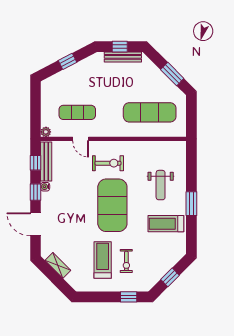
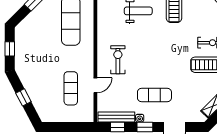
bench: (123, 57) -> (19, 46), removed
plant: (46, 132) -> (89, 117), removed
exercise mat: (112, 205) -> (154, 95), moved, width x0.50, depth x0.69

